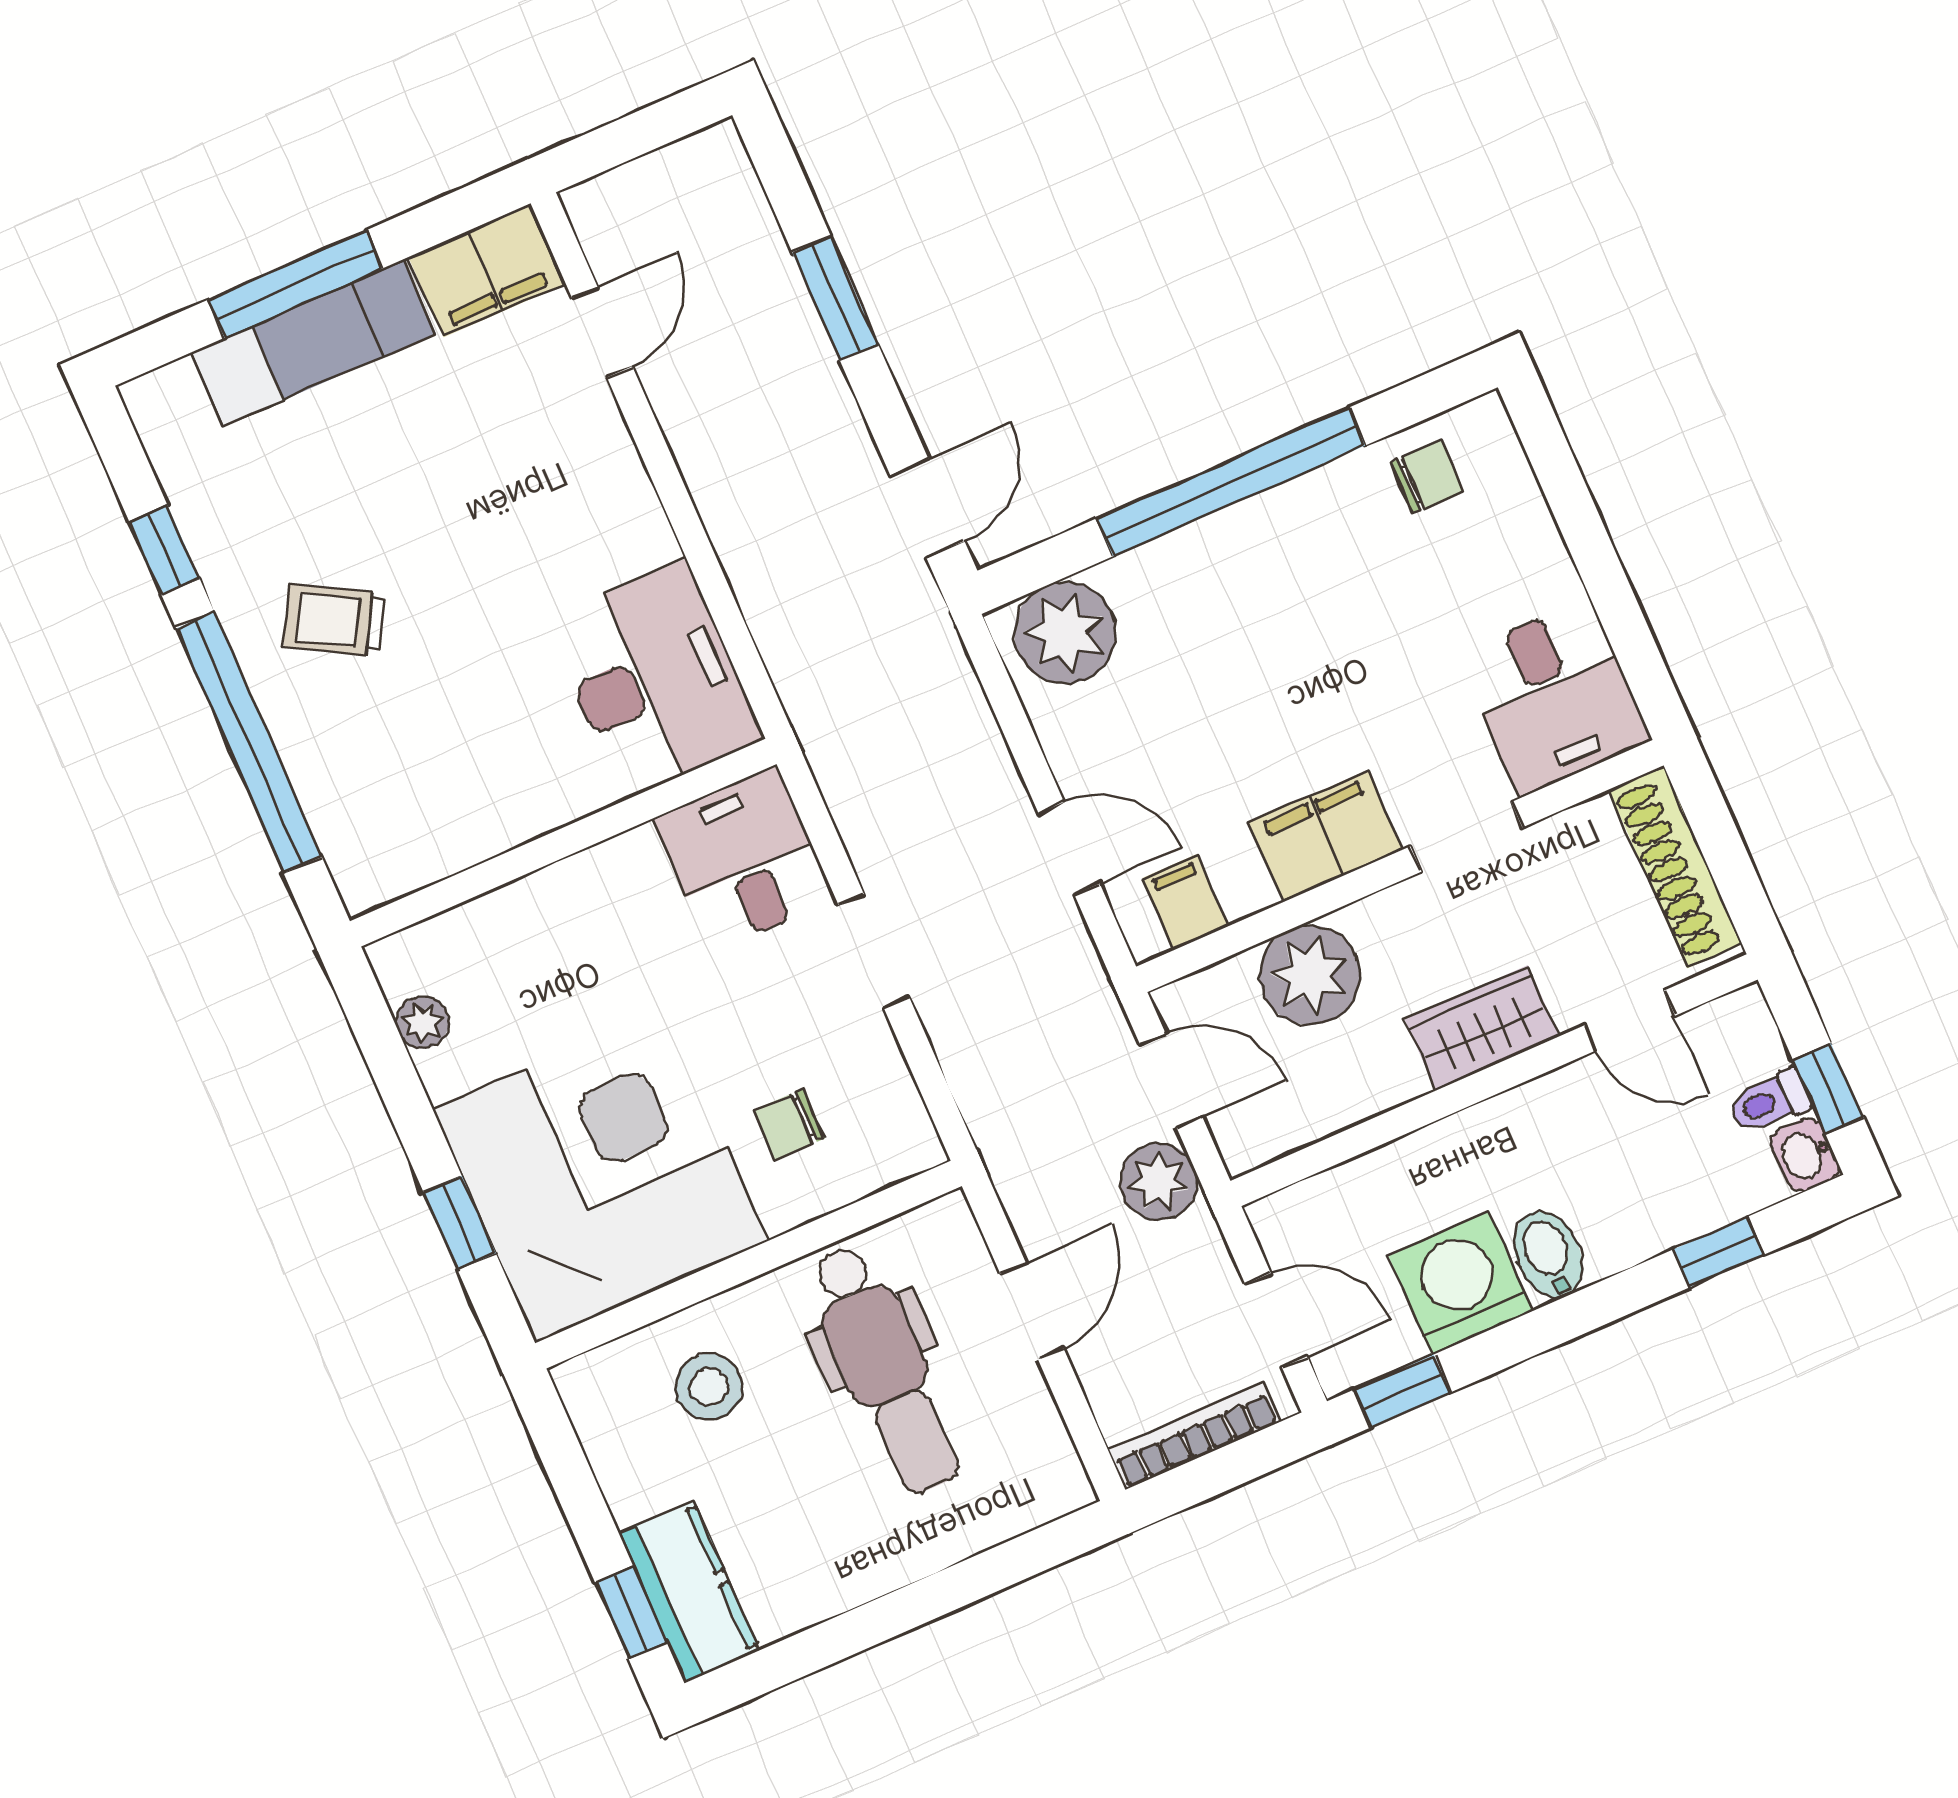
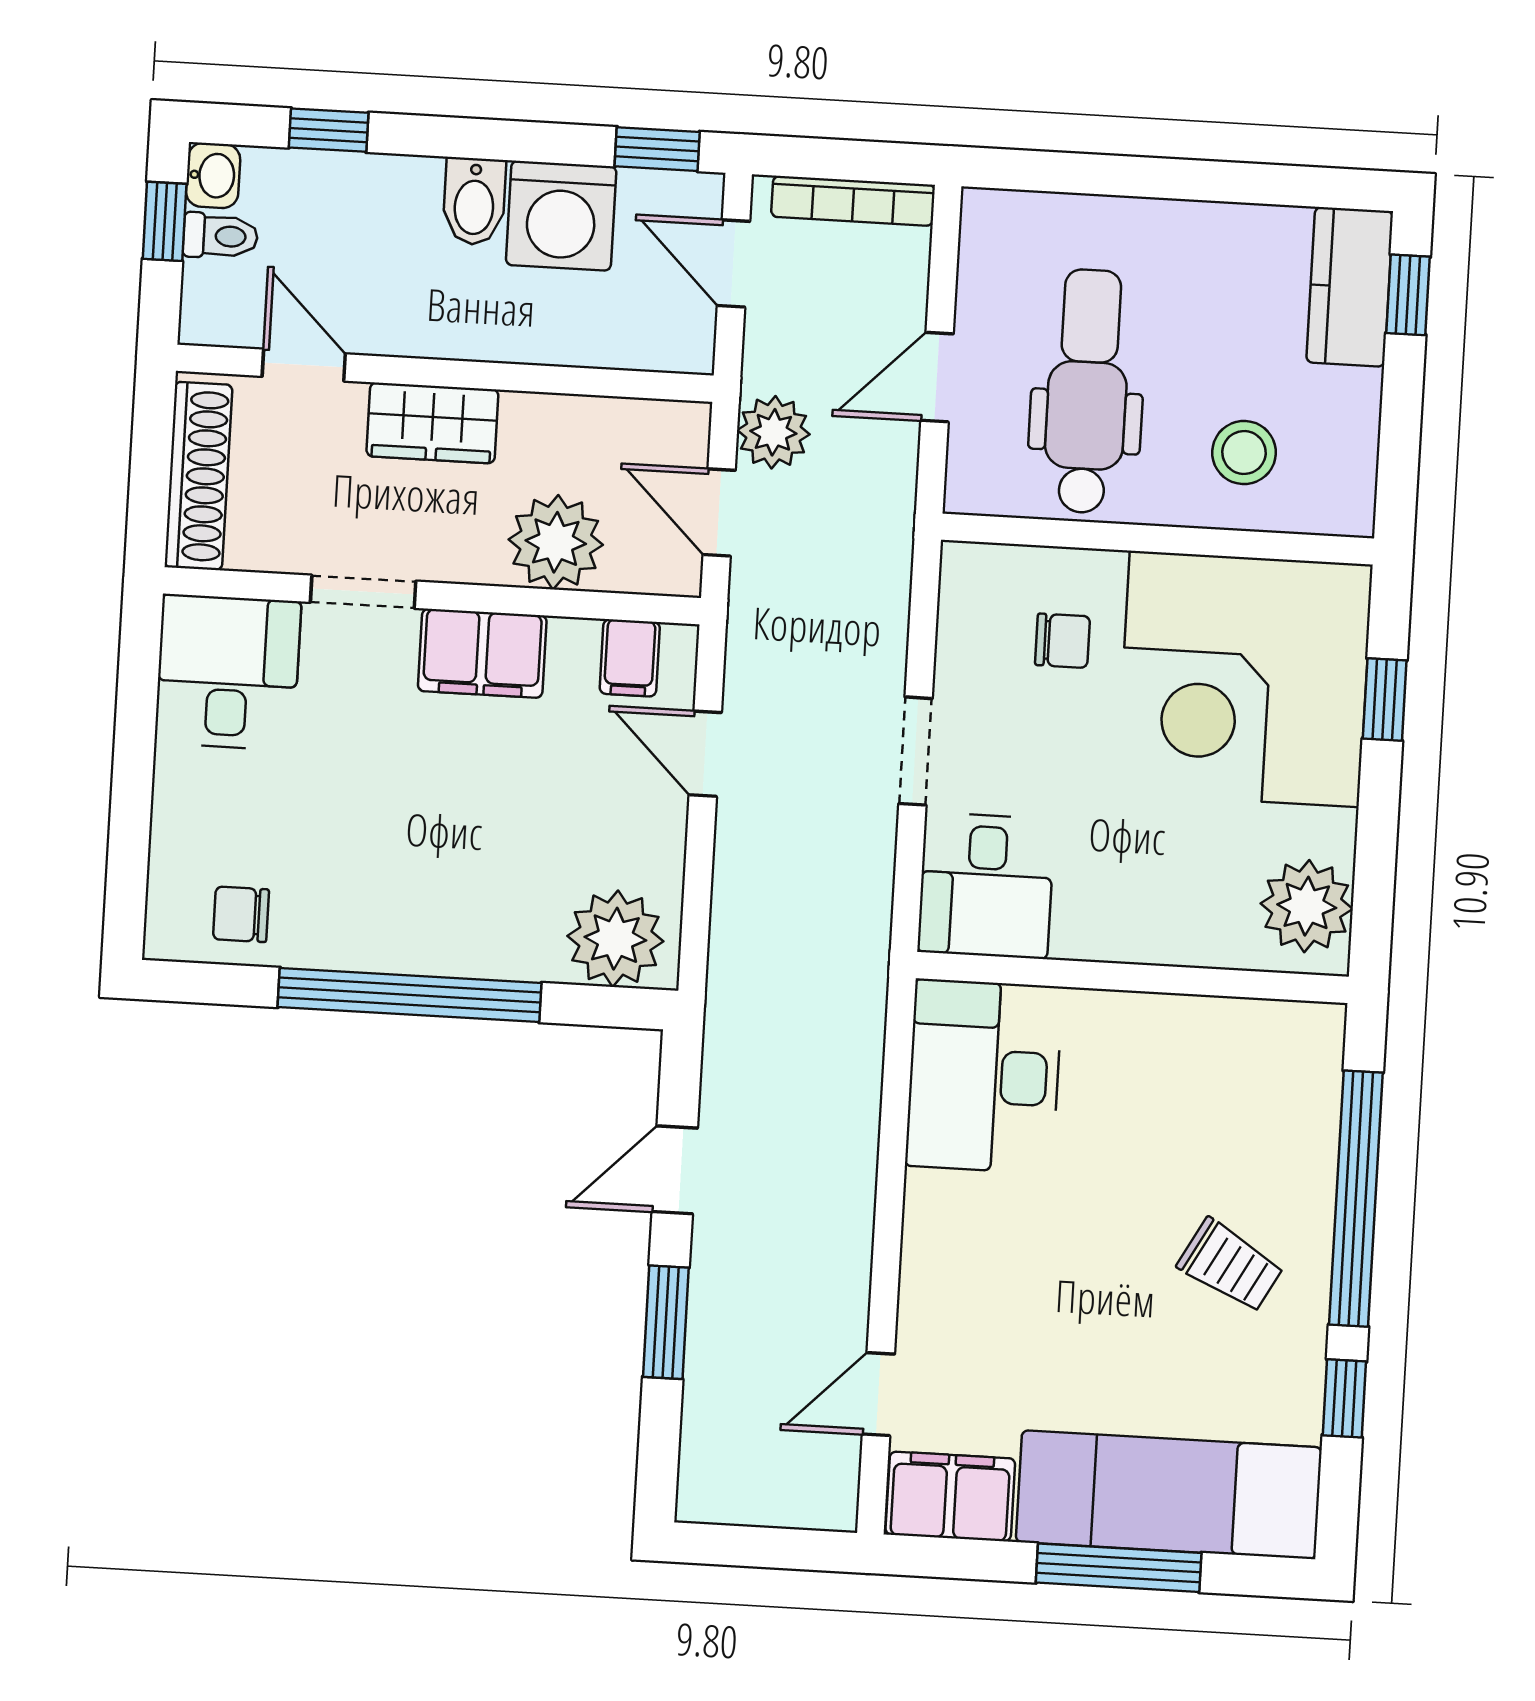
exam couch: (314, 343) -> (1169, 1495), width x1.36, depth x1.45
door: (928, 509) -> (675, 1170), moved
plant: (423, 1022) -> (1307, 906), width x1.88, depth x1.88

